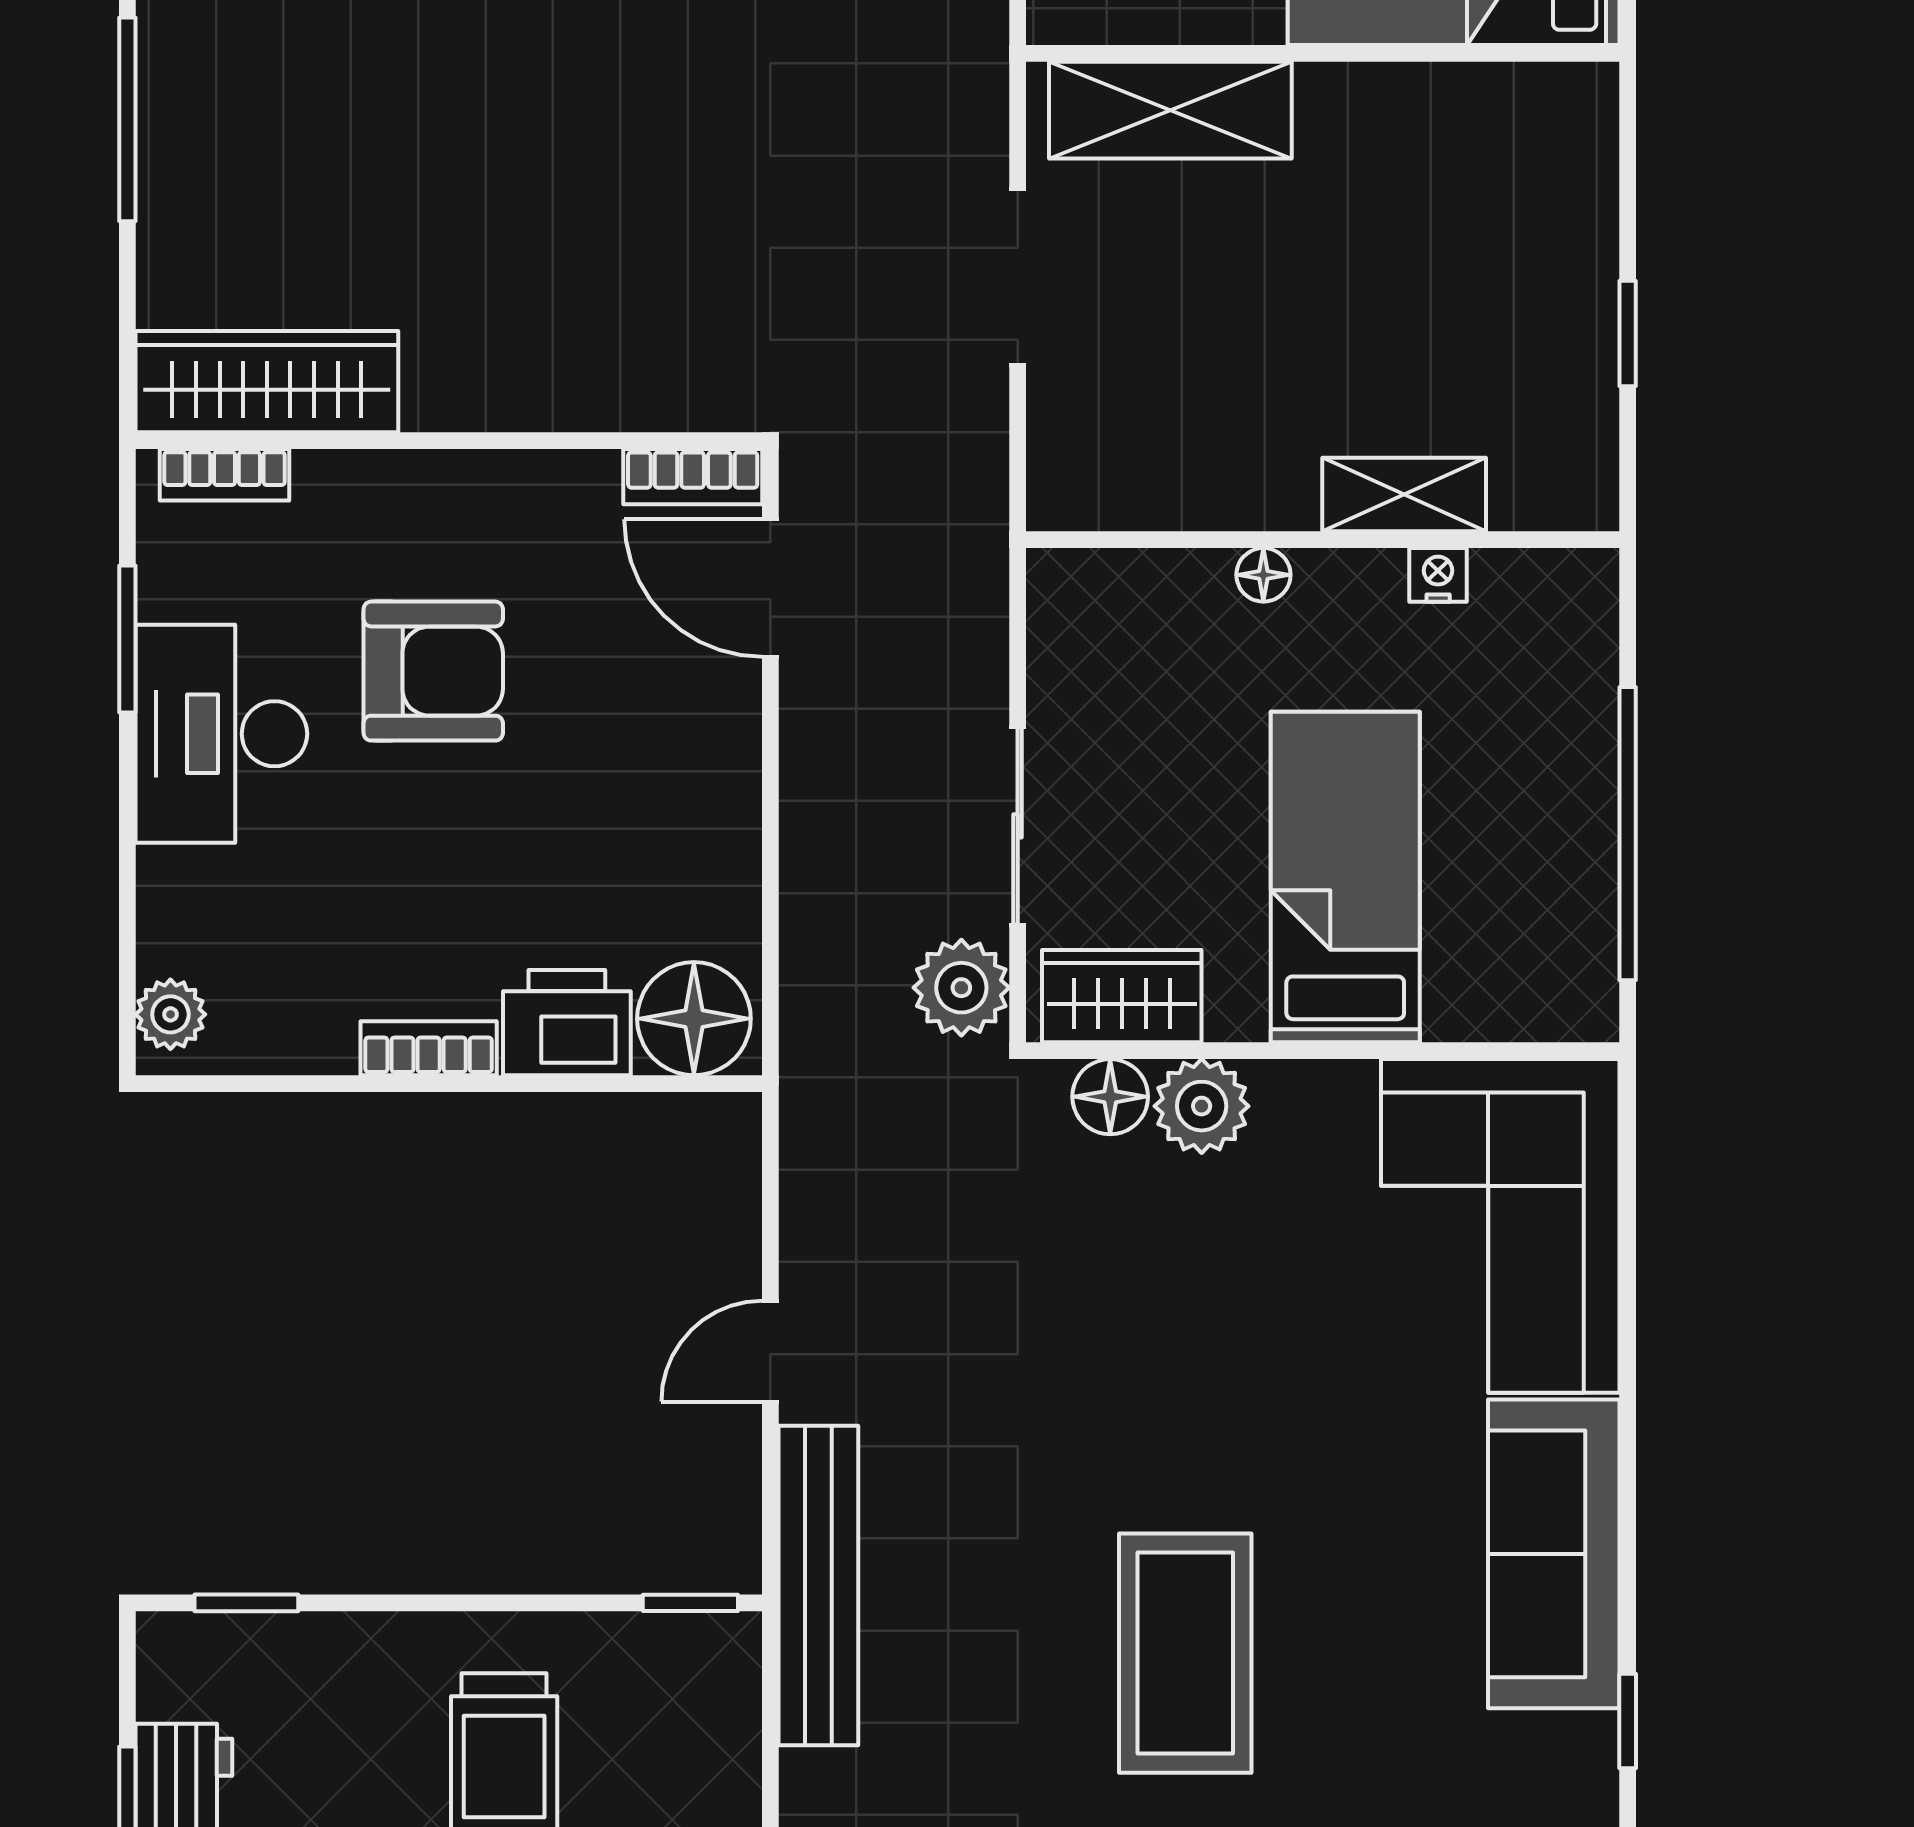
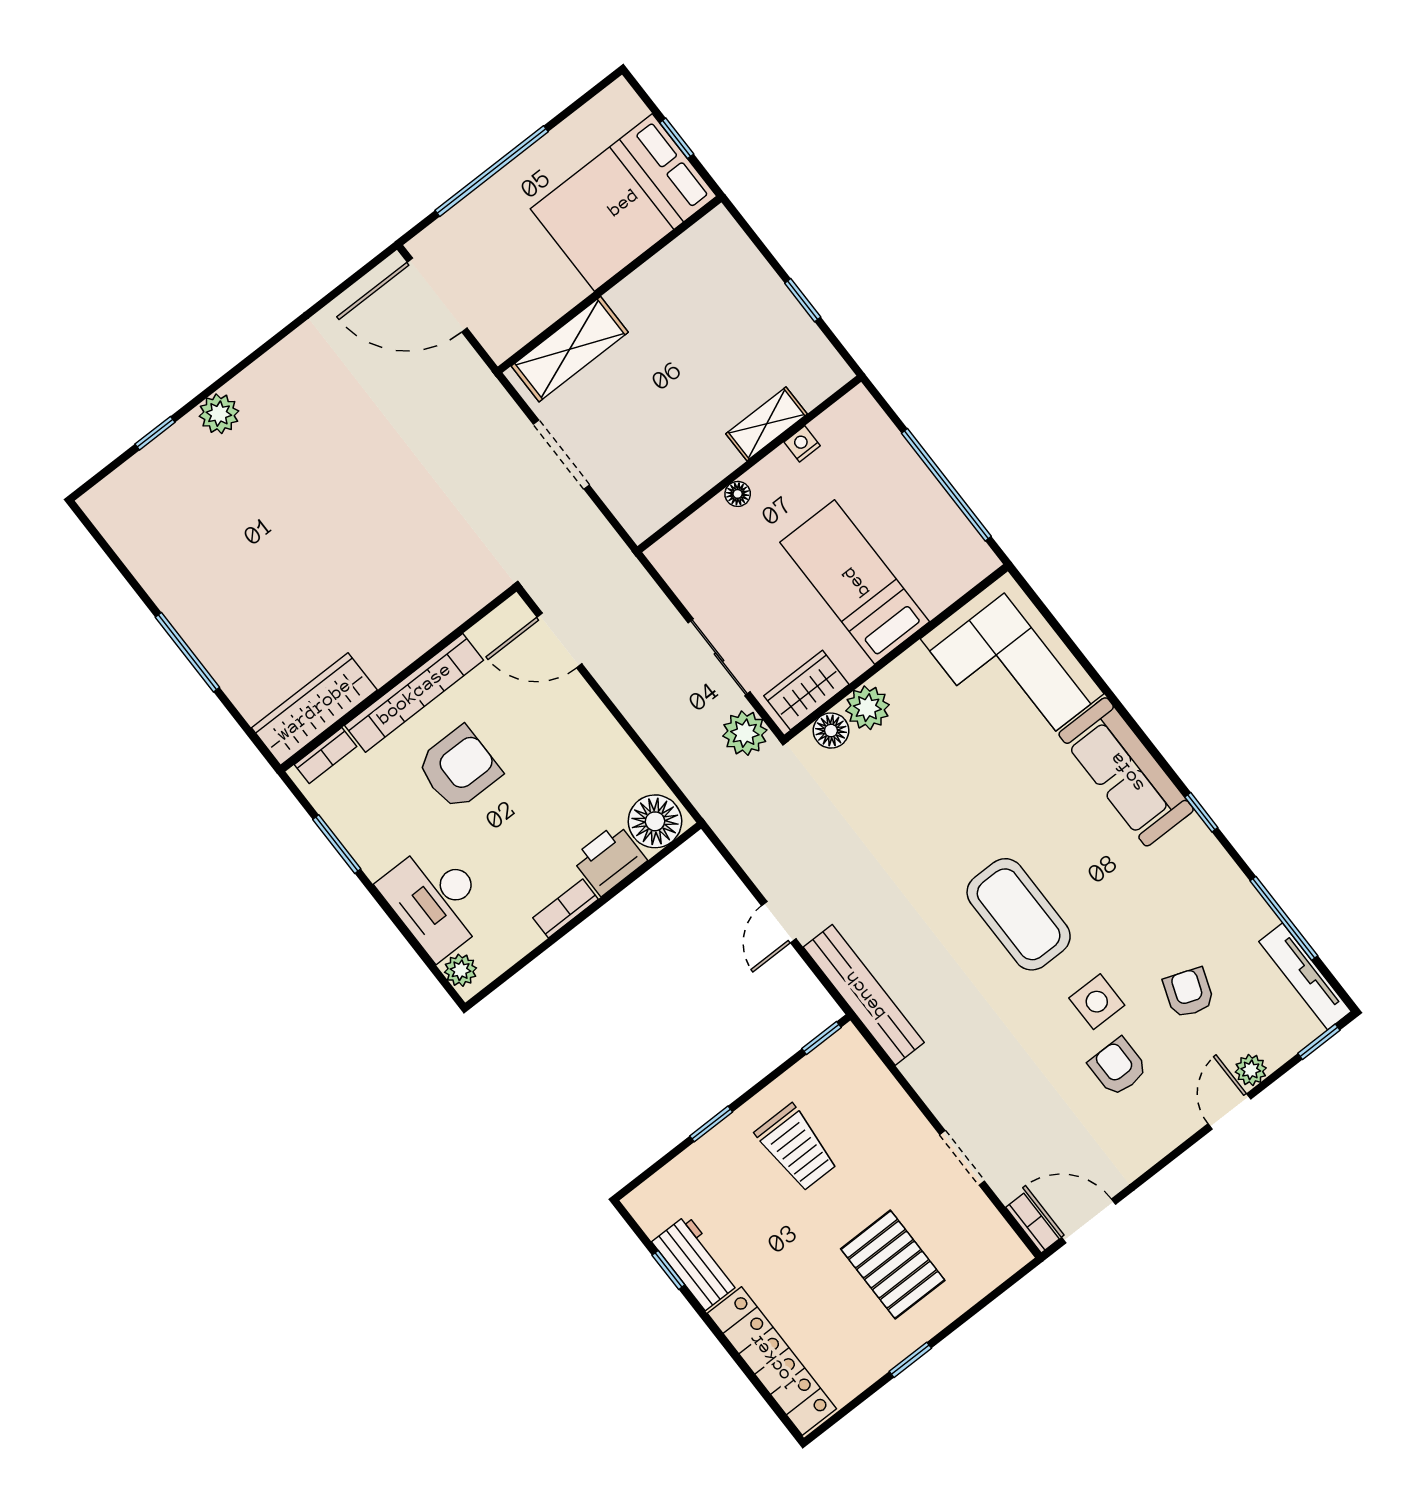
bookcase: (693, 477) -> (414, 693), moved, width x2.31, depth x1.31
desk: (221, 734) -> (436, 900), moved
window: (246, 1603) -> (711, 1124), moved

